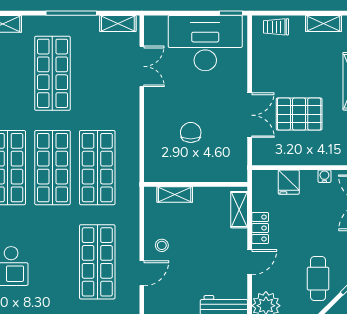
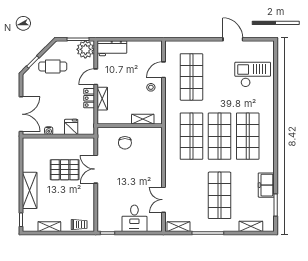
desk: (205, 43) -> (134, 218), width x0.53, depth x0.77
chair: (191, 132) -> (125, 143), moved
shelving: (239, 210) -> (102, 99), moved
cafe table: (318, 279) -> (53, 66), turned 90

